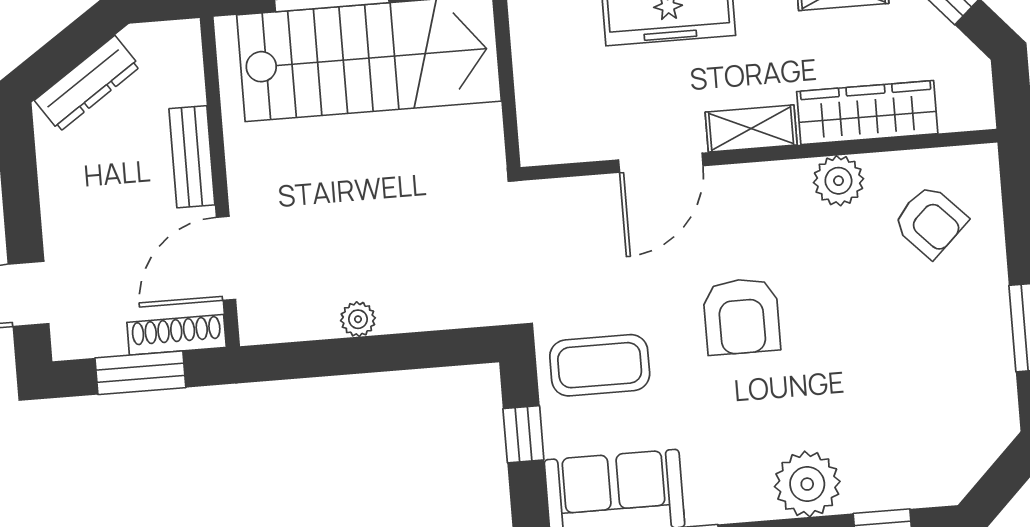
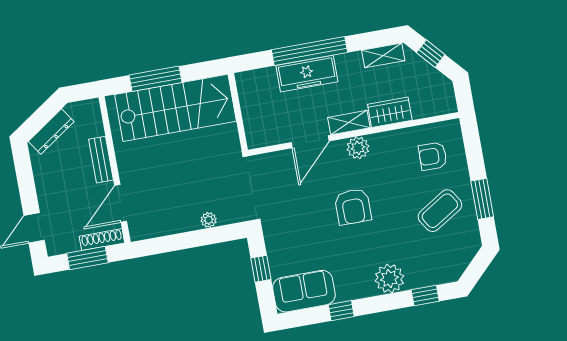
wardrobe: (867, 113) -> (390, 112), width x0.67
plant: (838, 181) -> (358, 148), moved
armchair: (930, 221) -> (433, 156), turned 135
plant: (358, 319) -> (209, 220), moved
coffee table: (600, 365) -> (440, 211), moved, turned -32

